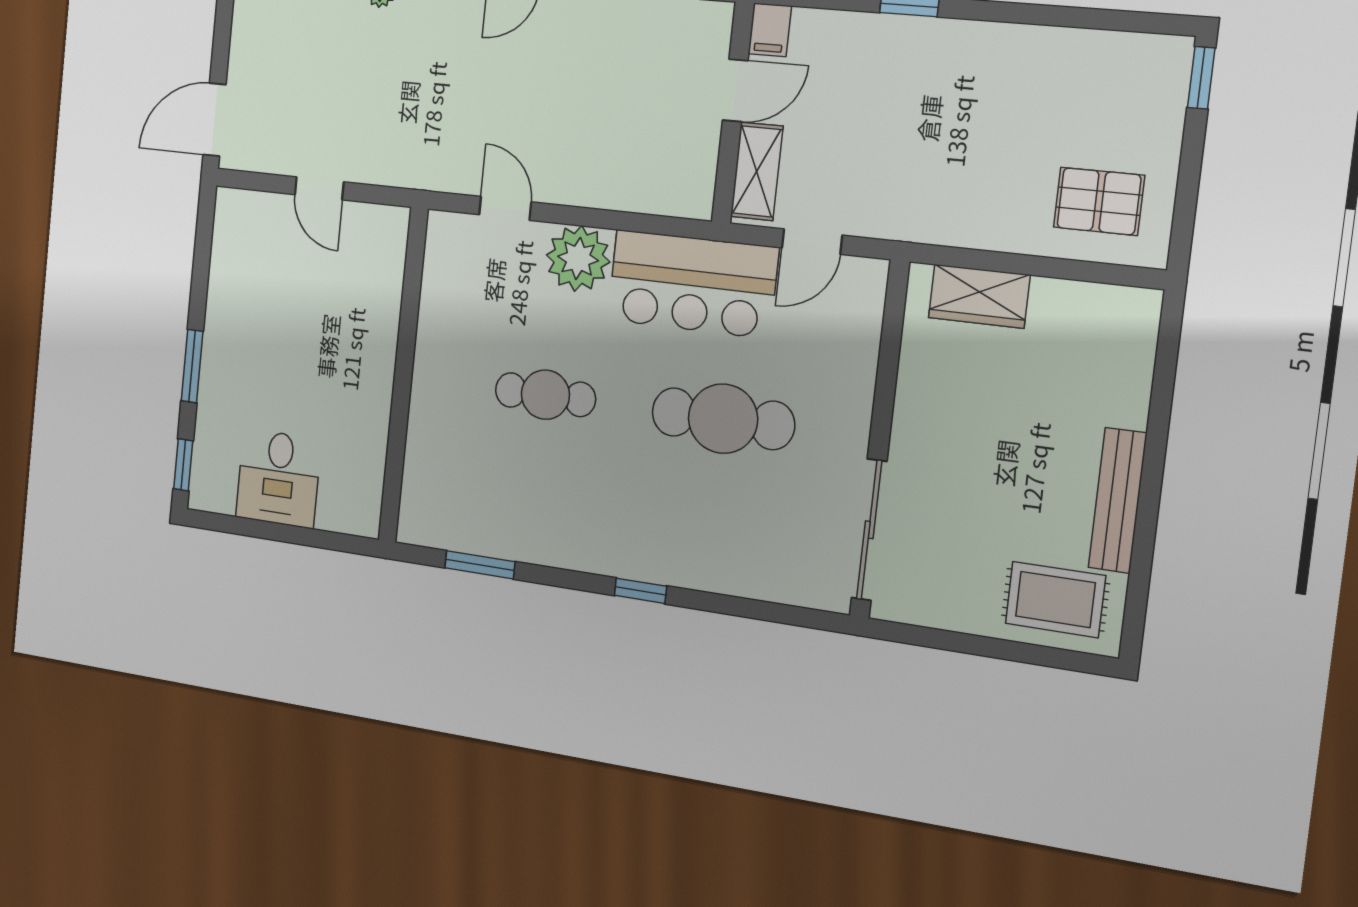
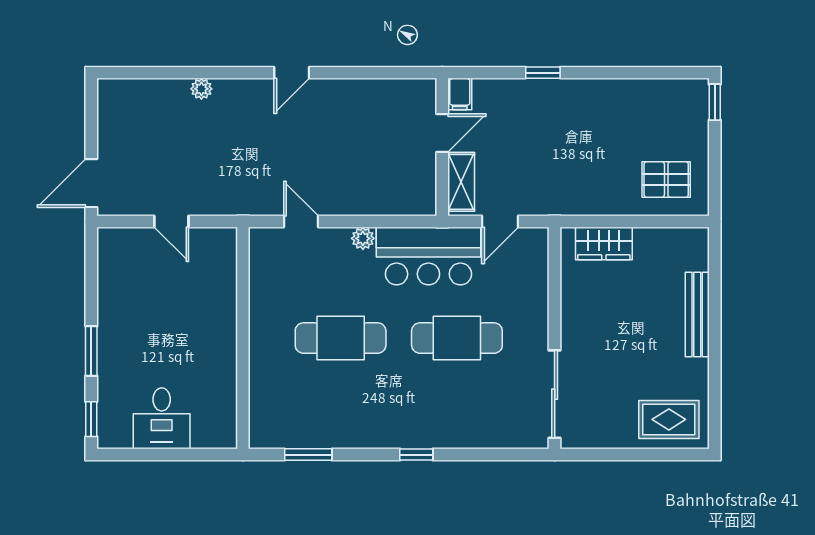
plant: (578, 258) -> (363, 238), width x0.53, depth x0.53
cafe table: (545, 395) -> (341, 338), width x1.37, depth x1.35
bench: (1118, 500) -> (697, 315), moved

